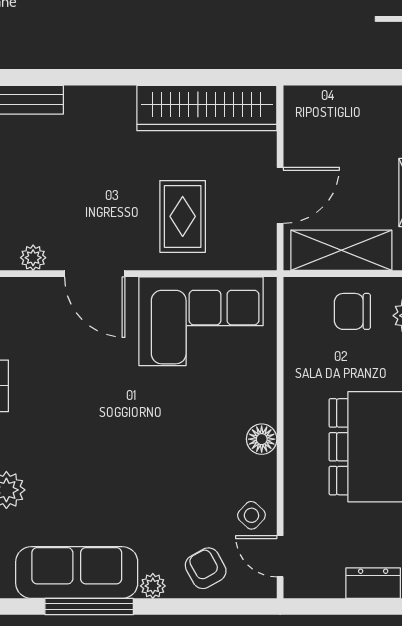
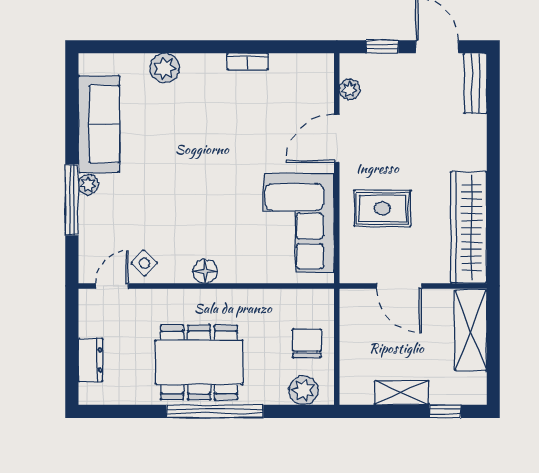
shelving: (341, 250) -> (471, 330), moved
armchair: (206, 568) -> (102, 227), removed
window: (89, 607) -> (72, 200), moved

